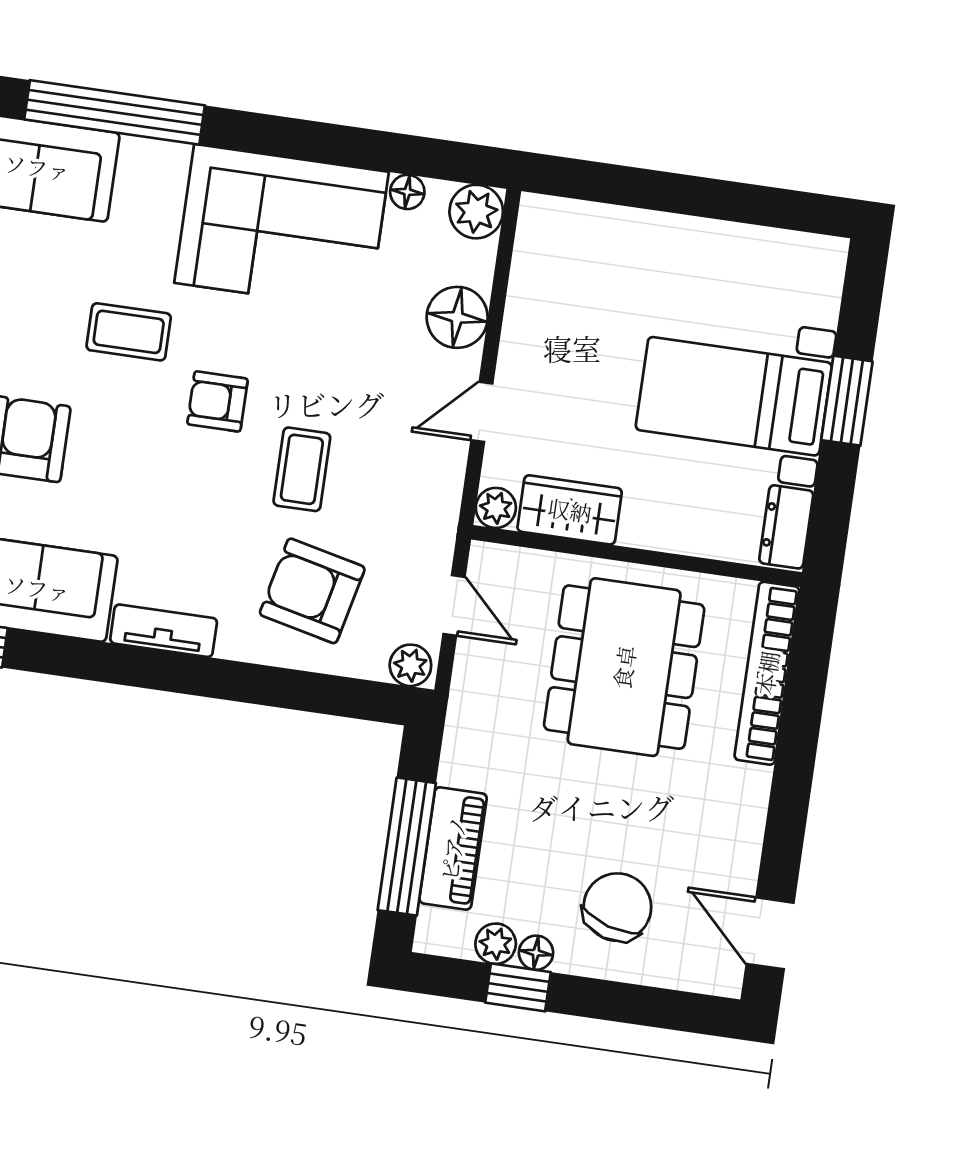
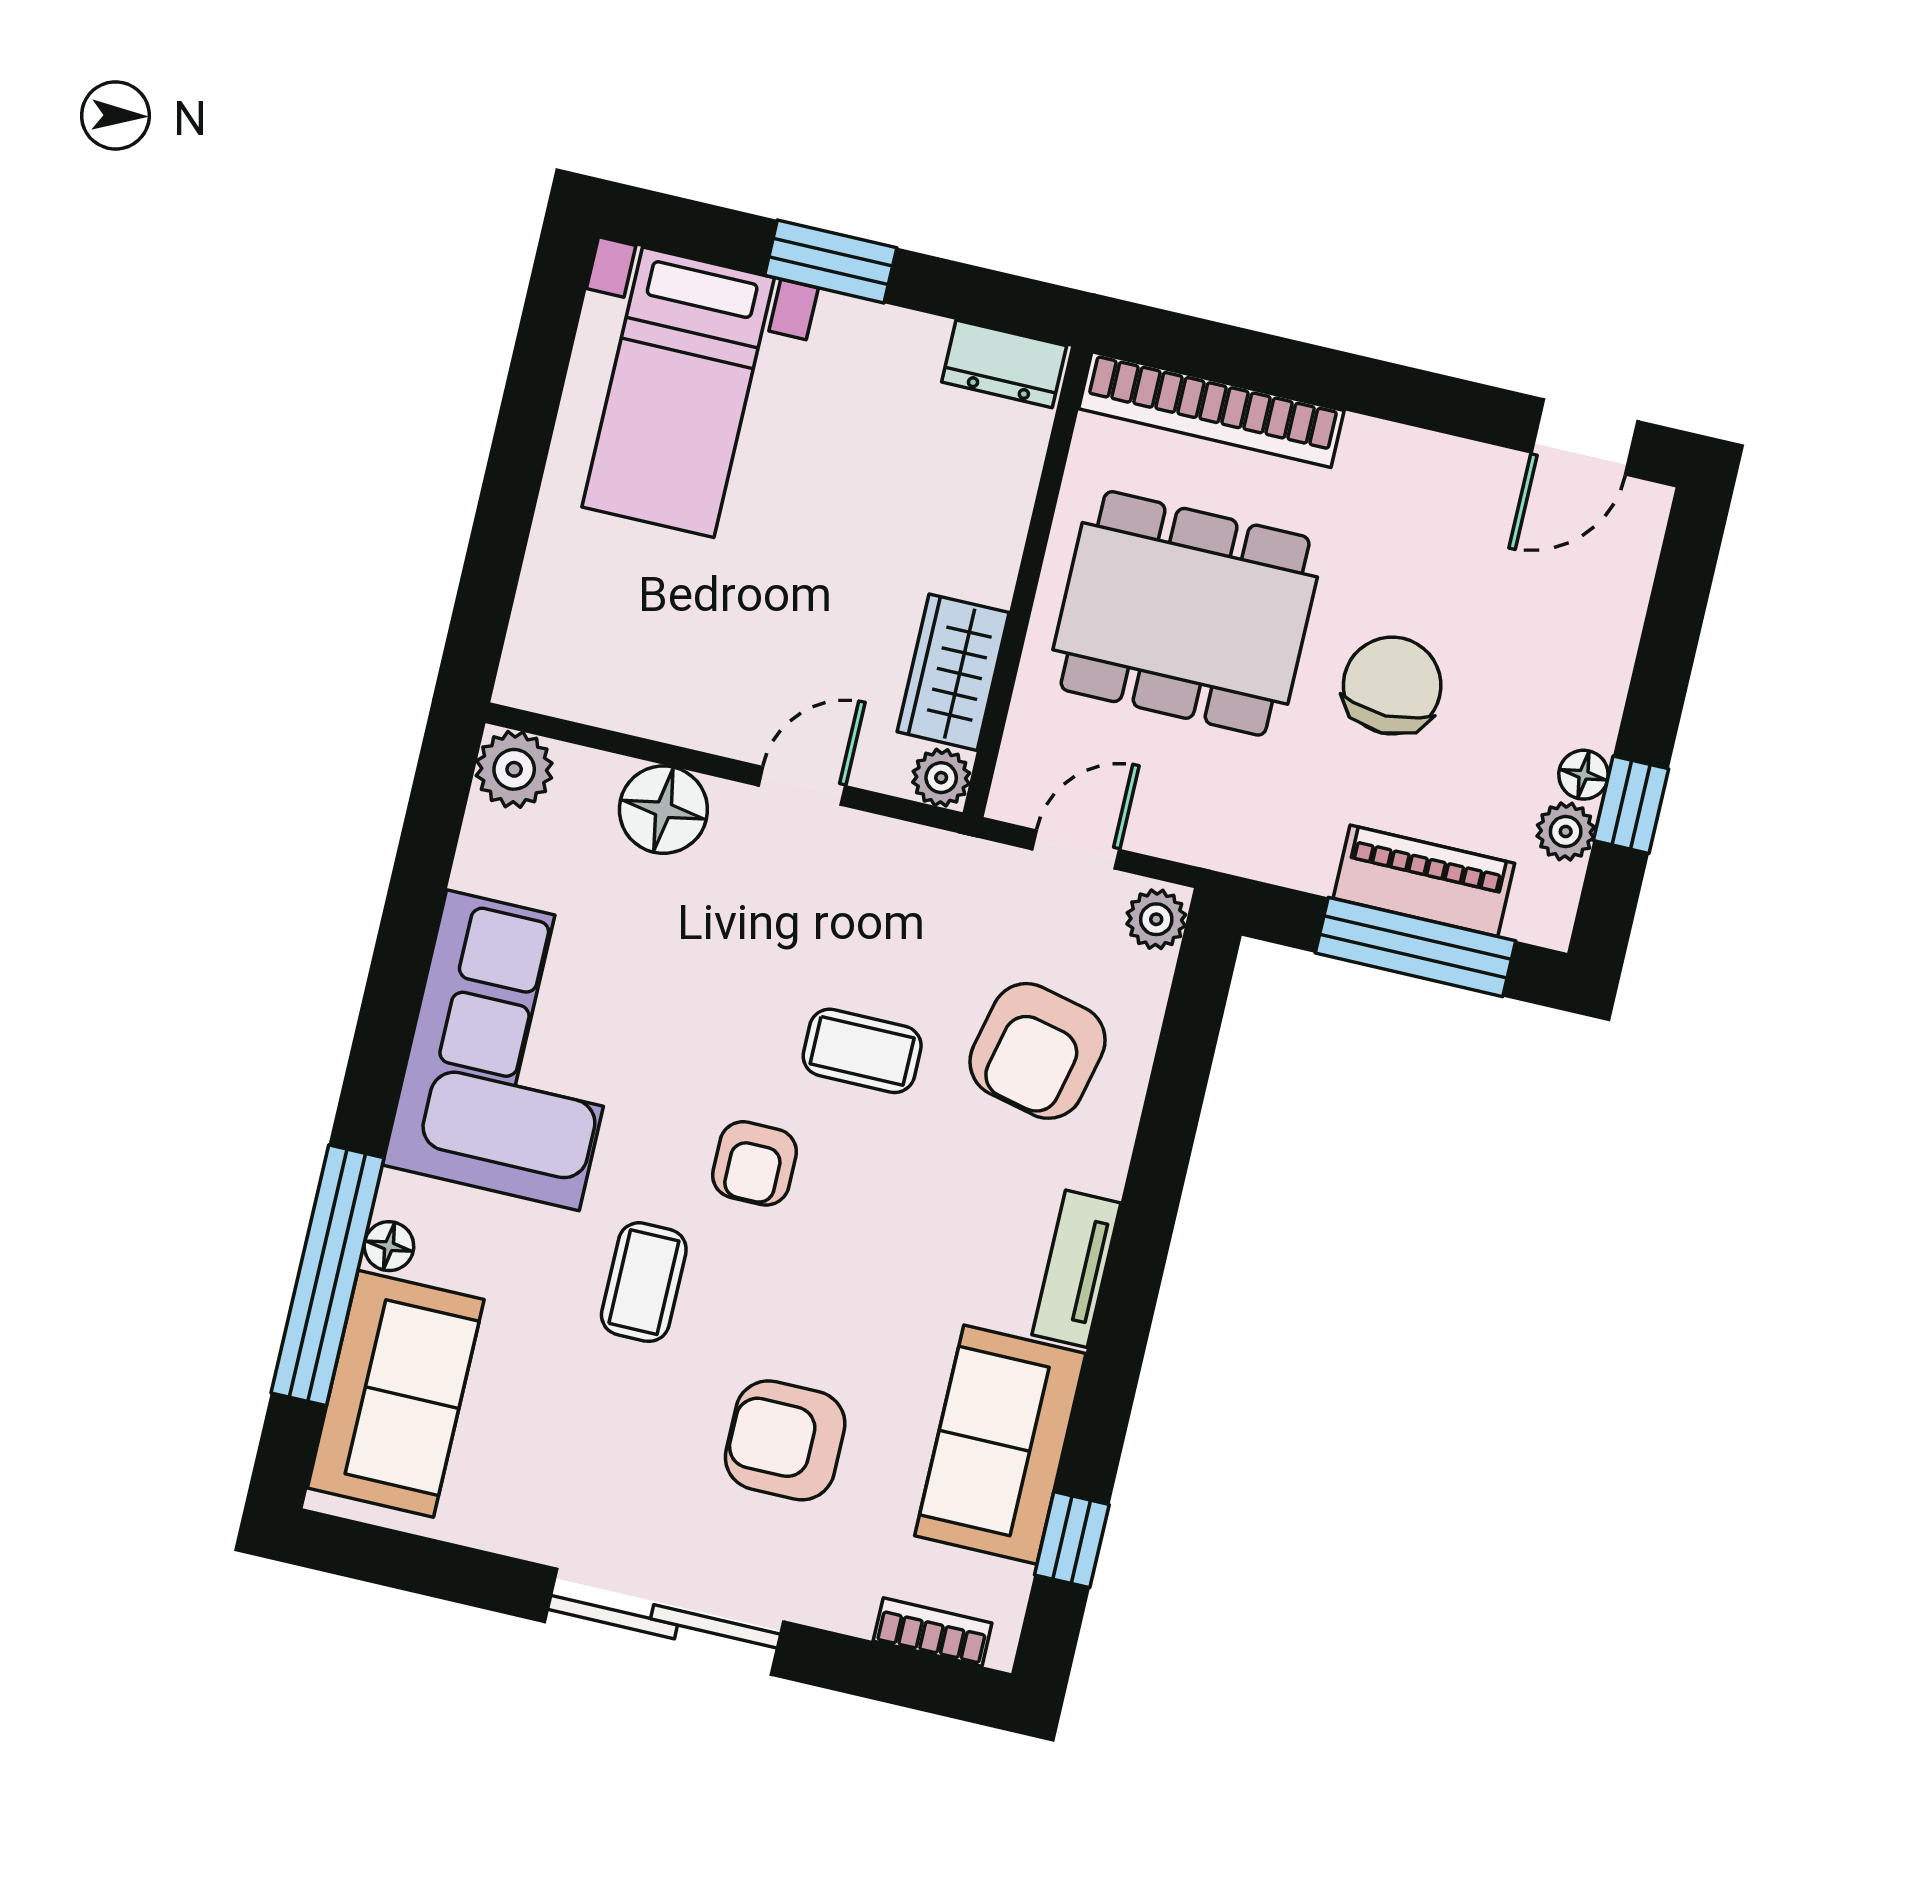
floor lamp: (407, 192) -> (389, 1246), moved
bed with nightstands: (734, 396) -> (678, 392), moved
door: (482, 412) -> (802, 786), swing flipped
chair: (617, 907) -> (1392, 686), moved, turned 73

